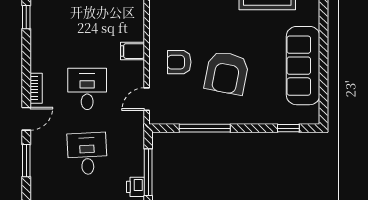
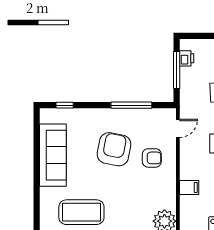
filing cabinet: (132, 51) -> (189, 188), moved

